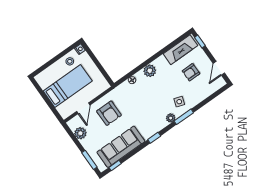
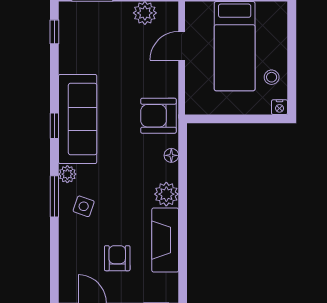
fireplace: (180, 50) -> (165, 240), moved
door: (83, 108) -> (182, 46), hinge flipped
armchair: (109, 113) -> (158, 116), moved
sofa: (121, 147) -> (78, 119), moved

